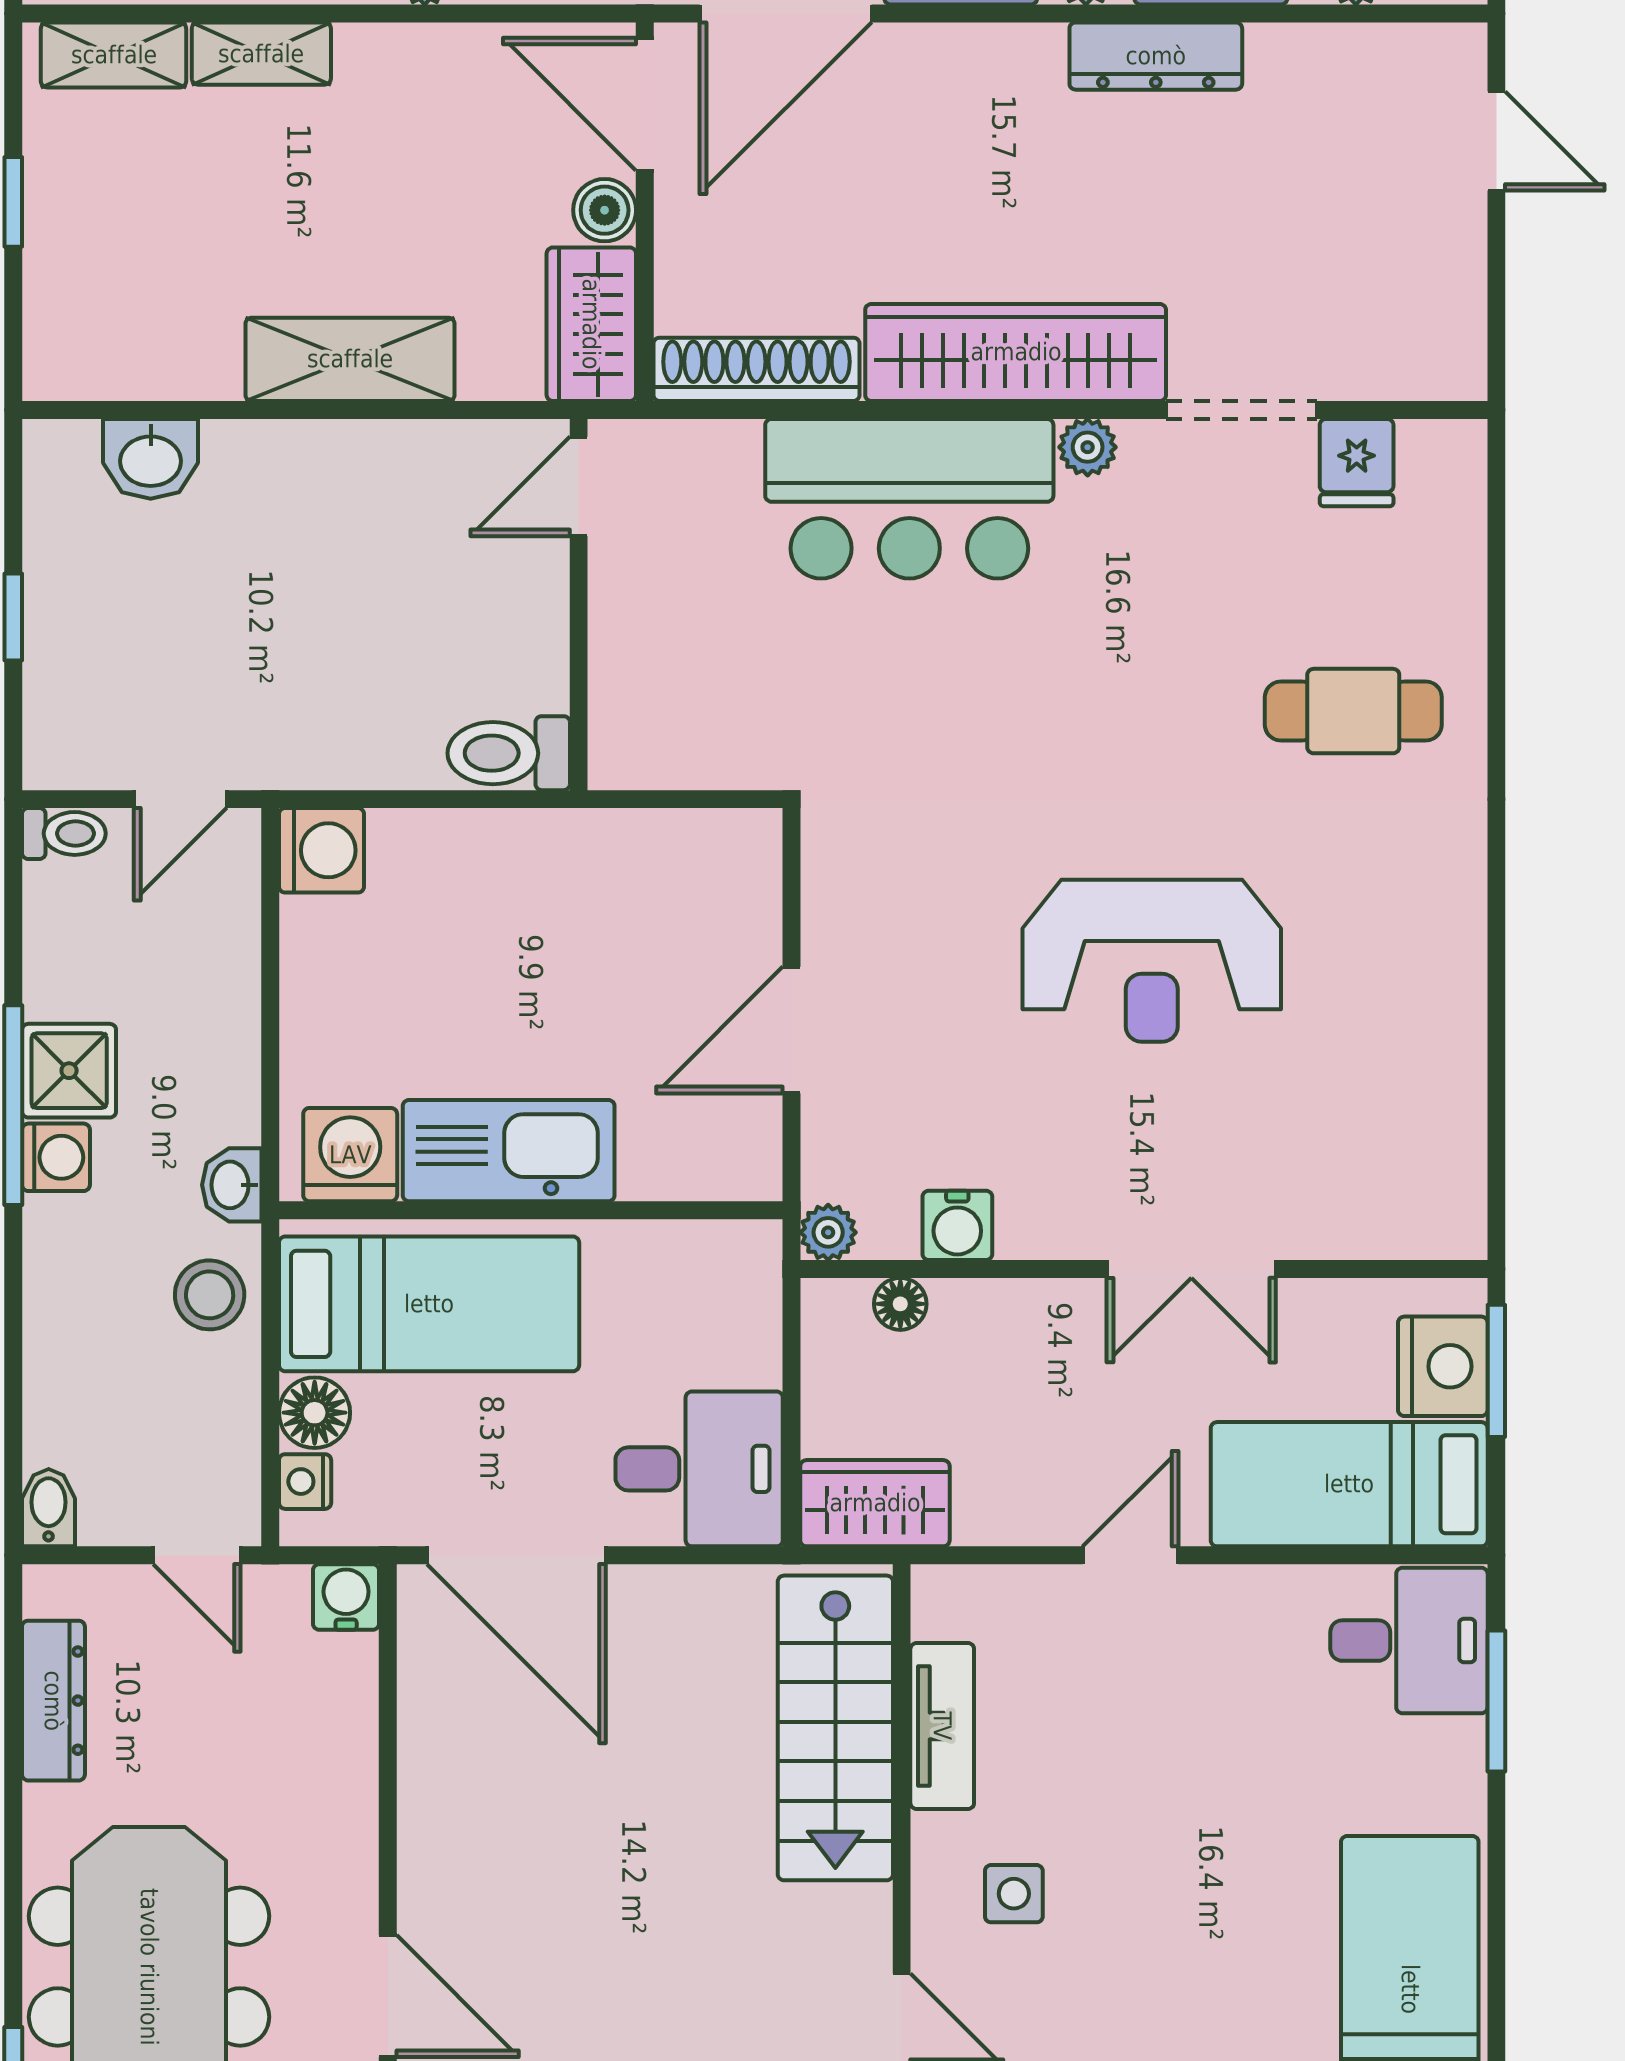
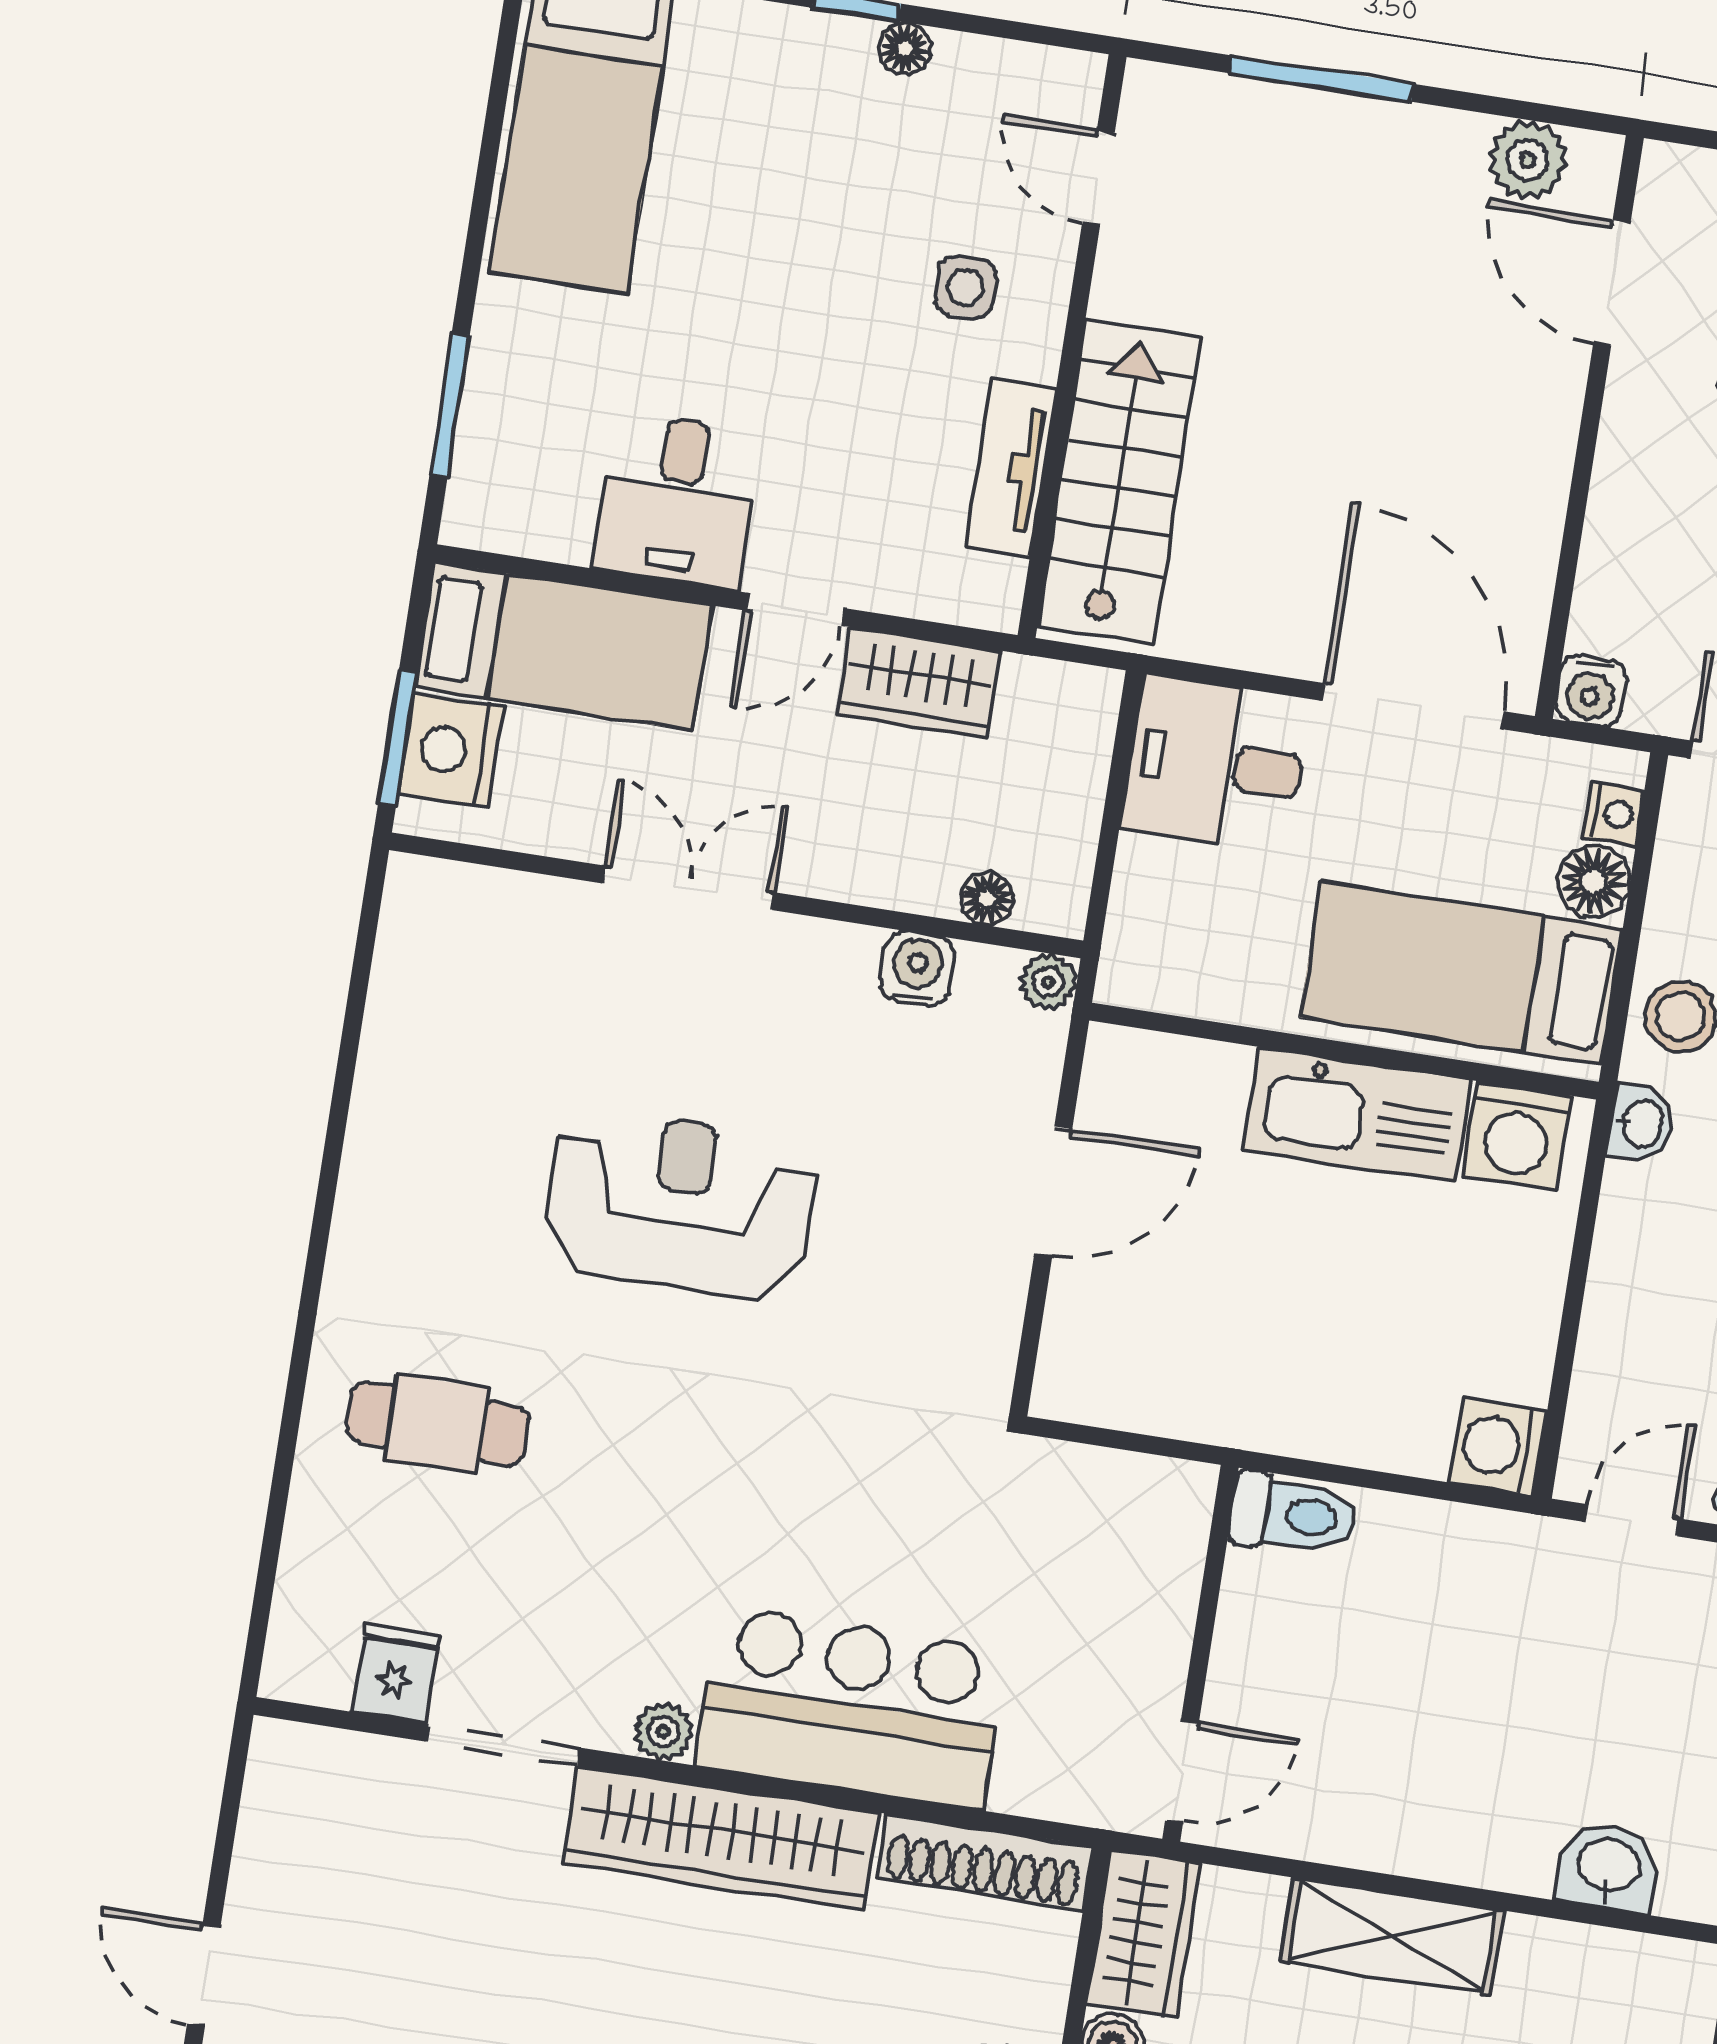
wardrobe: (875, 1503) -> (919, 682), moved
desk: (1409, 1641) -> (677, 501), moved, turned -90

